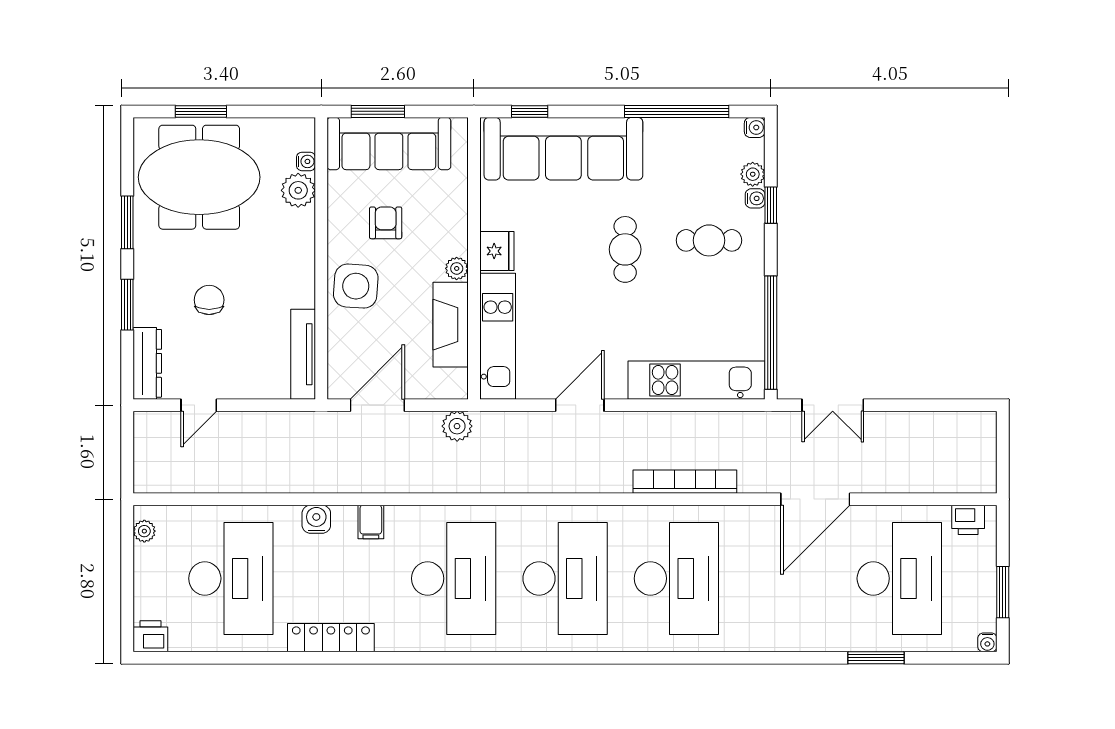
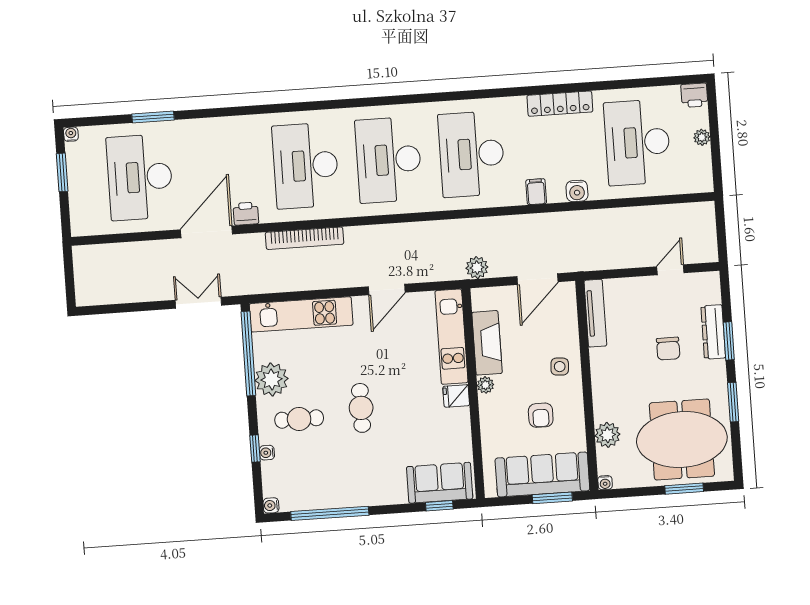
sofa: (563, 149) -> (440, 483), width x0.54, depth x0.79
water cooler: (306, 161) -> (605, 483), moved, turned -90
plant: (753, 174) -> (272, 379), moved, width x1.88, depth x1.88
fridge: (497, 251) -> (456, 396), width x0.72
side table: (356, 286) -> (560, 367), width x0.54, depth x0.54
dresser: (147, 363) -> (713, 332), moved
printer: (968, 520) -> (246, 214), moved
plant: (144, 531) -> (702, 137), moved

